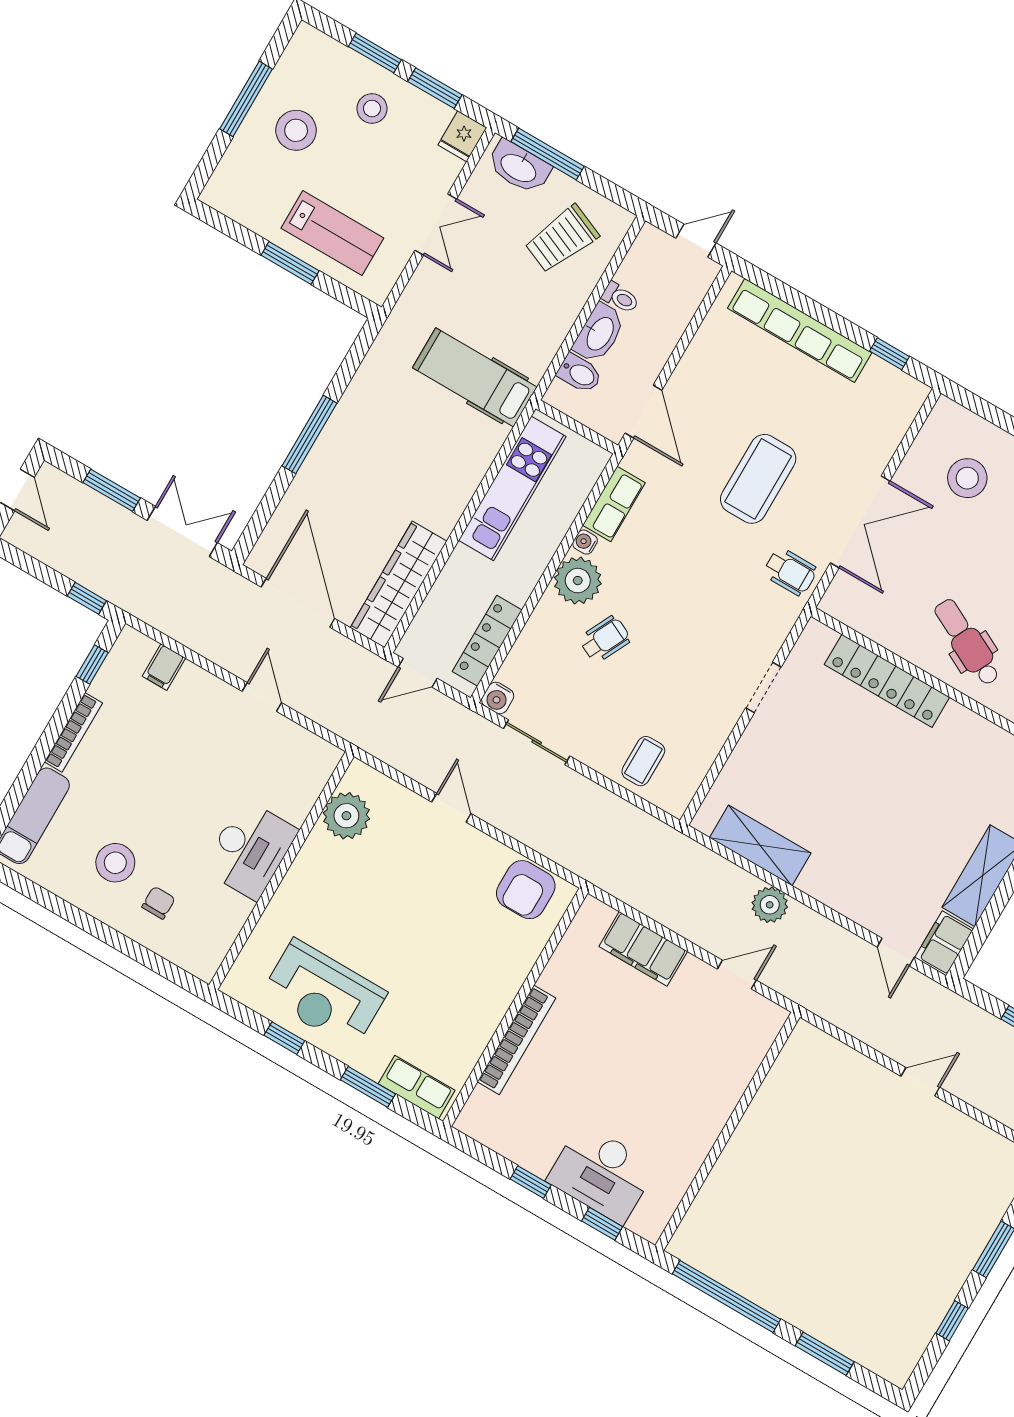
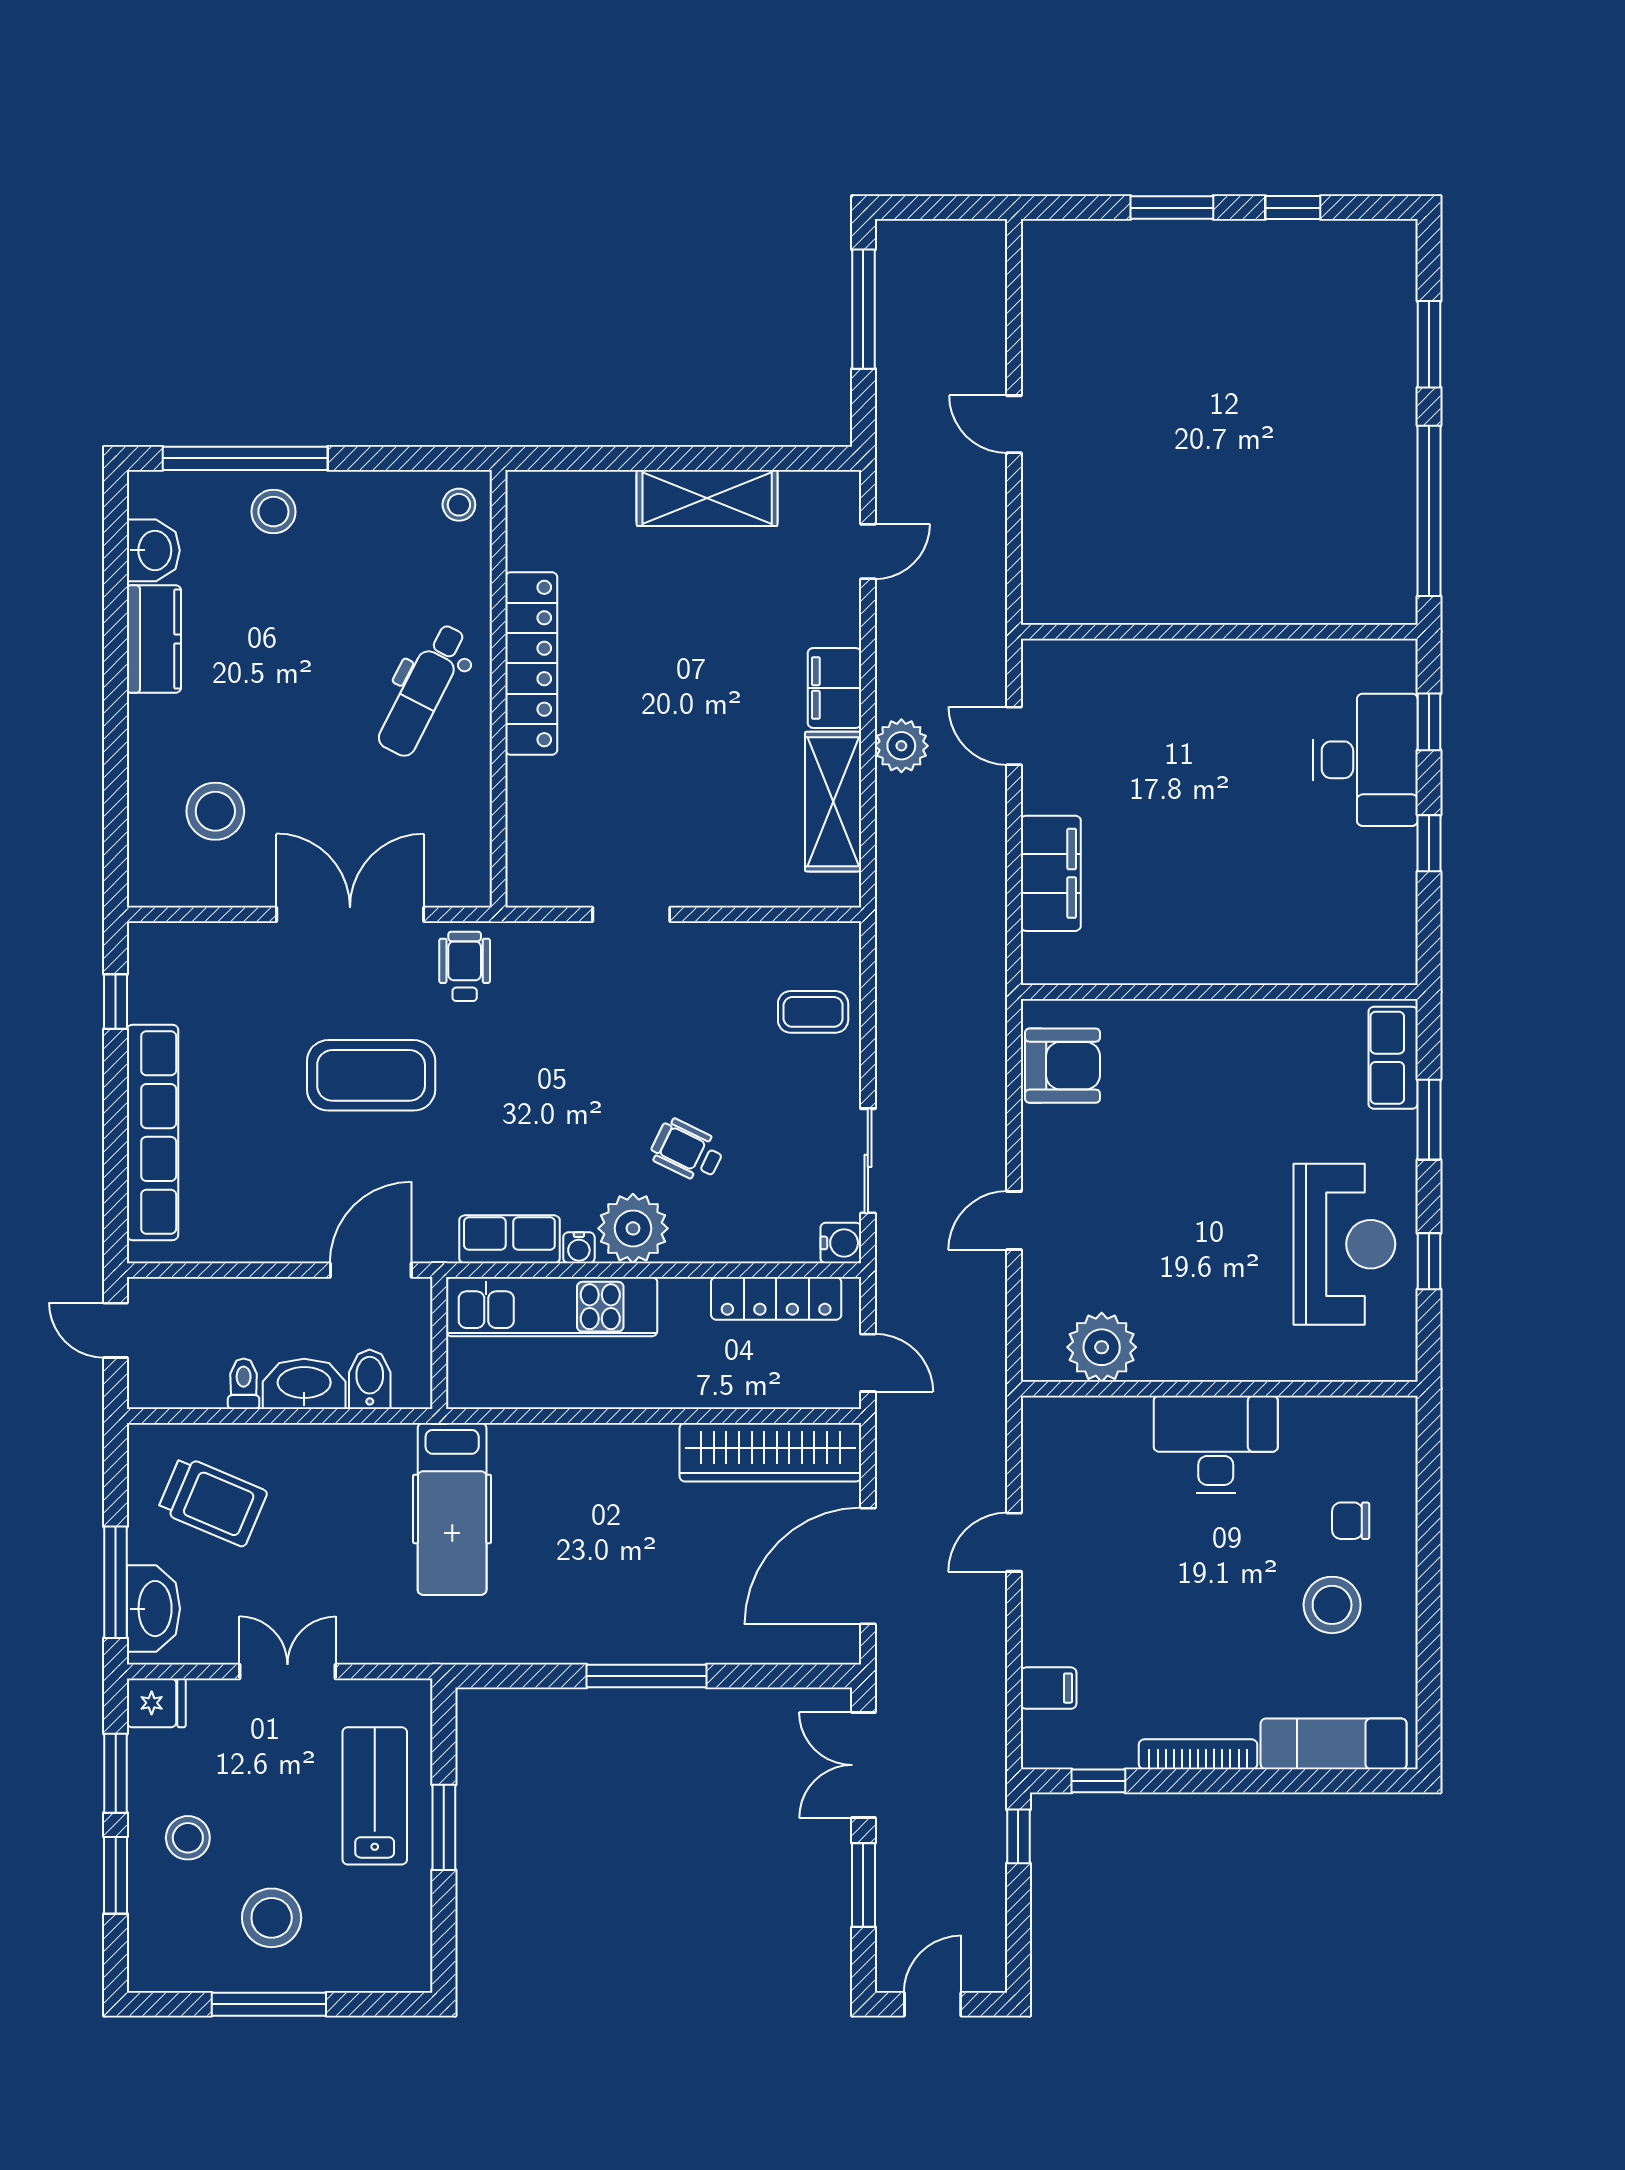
kitchen unit: (512, 488) -> (552, 1307), moved, turned 180
locker: (887, 681) -> (531, 663), moved
filing cabinet: (944, 943) -> (834, 688), moved, turned 90
bookcase: (516, 1040) -> (1260, 966), removed

